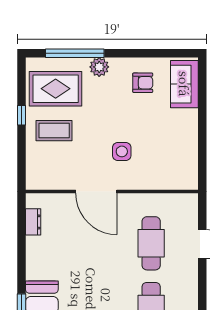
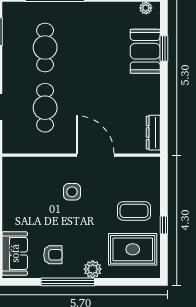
window: (75, 53) -> (68, 282), moved
armchair: (143, 83) -> (53, 255), turned 180
dresser: (33, 222) -> (153, 133), width x1.44

